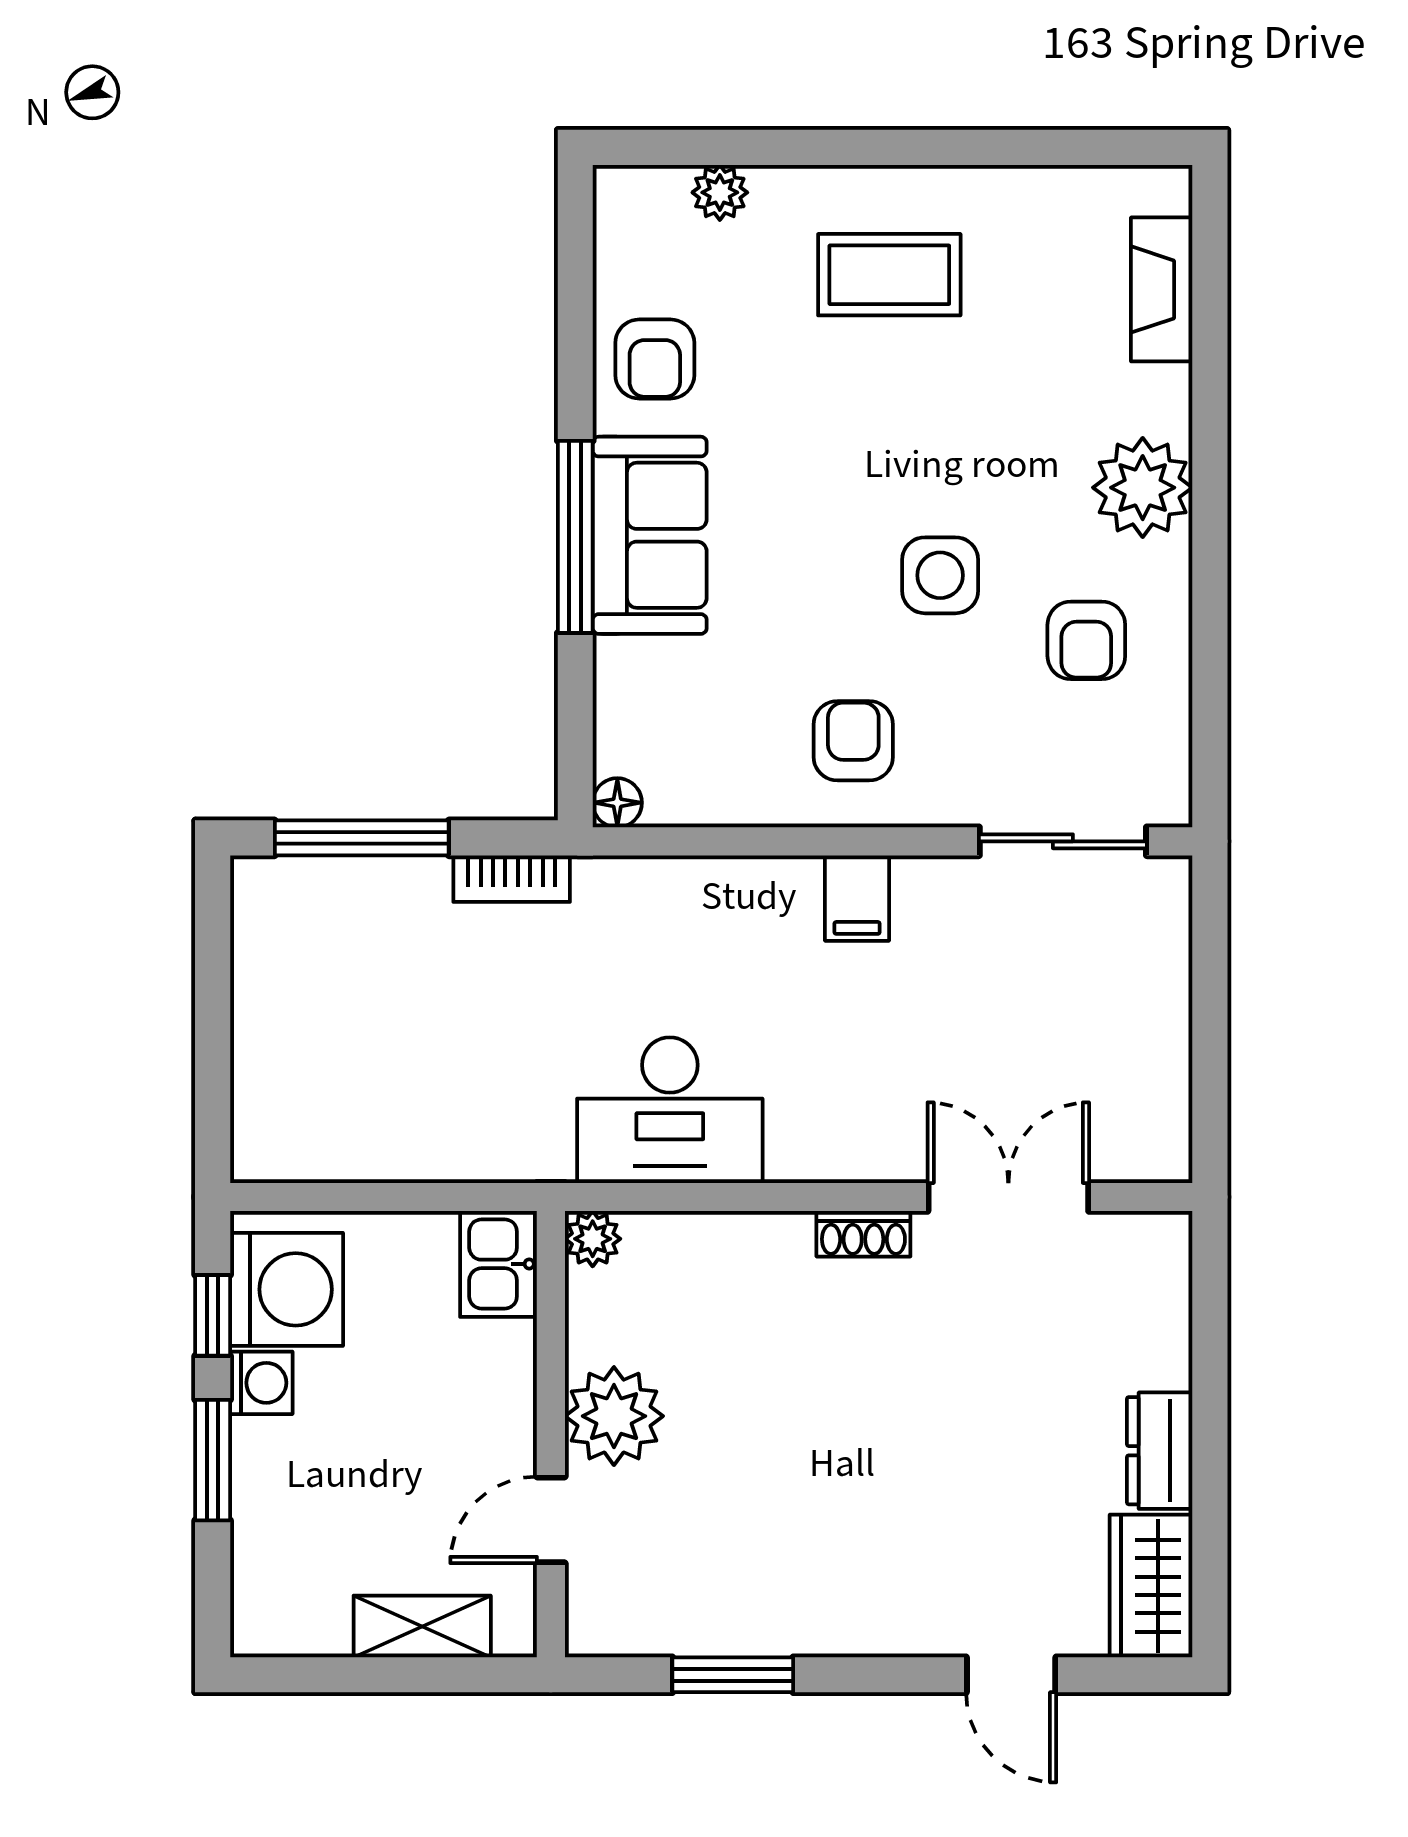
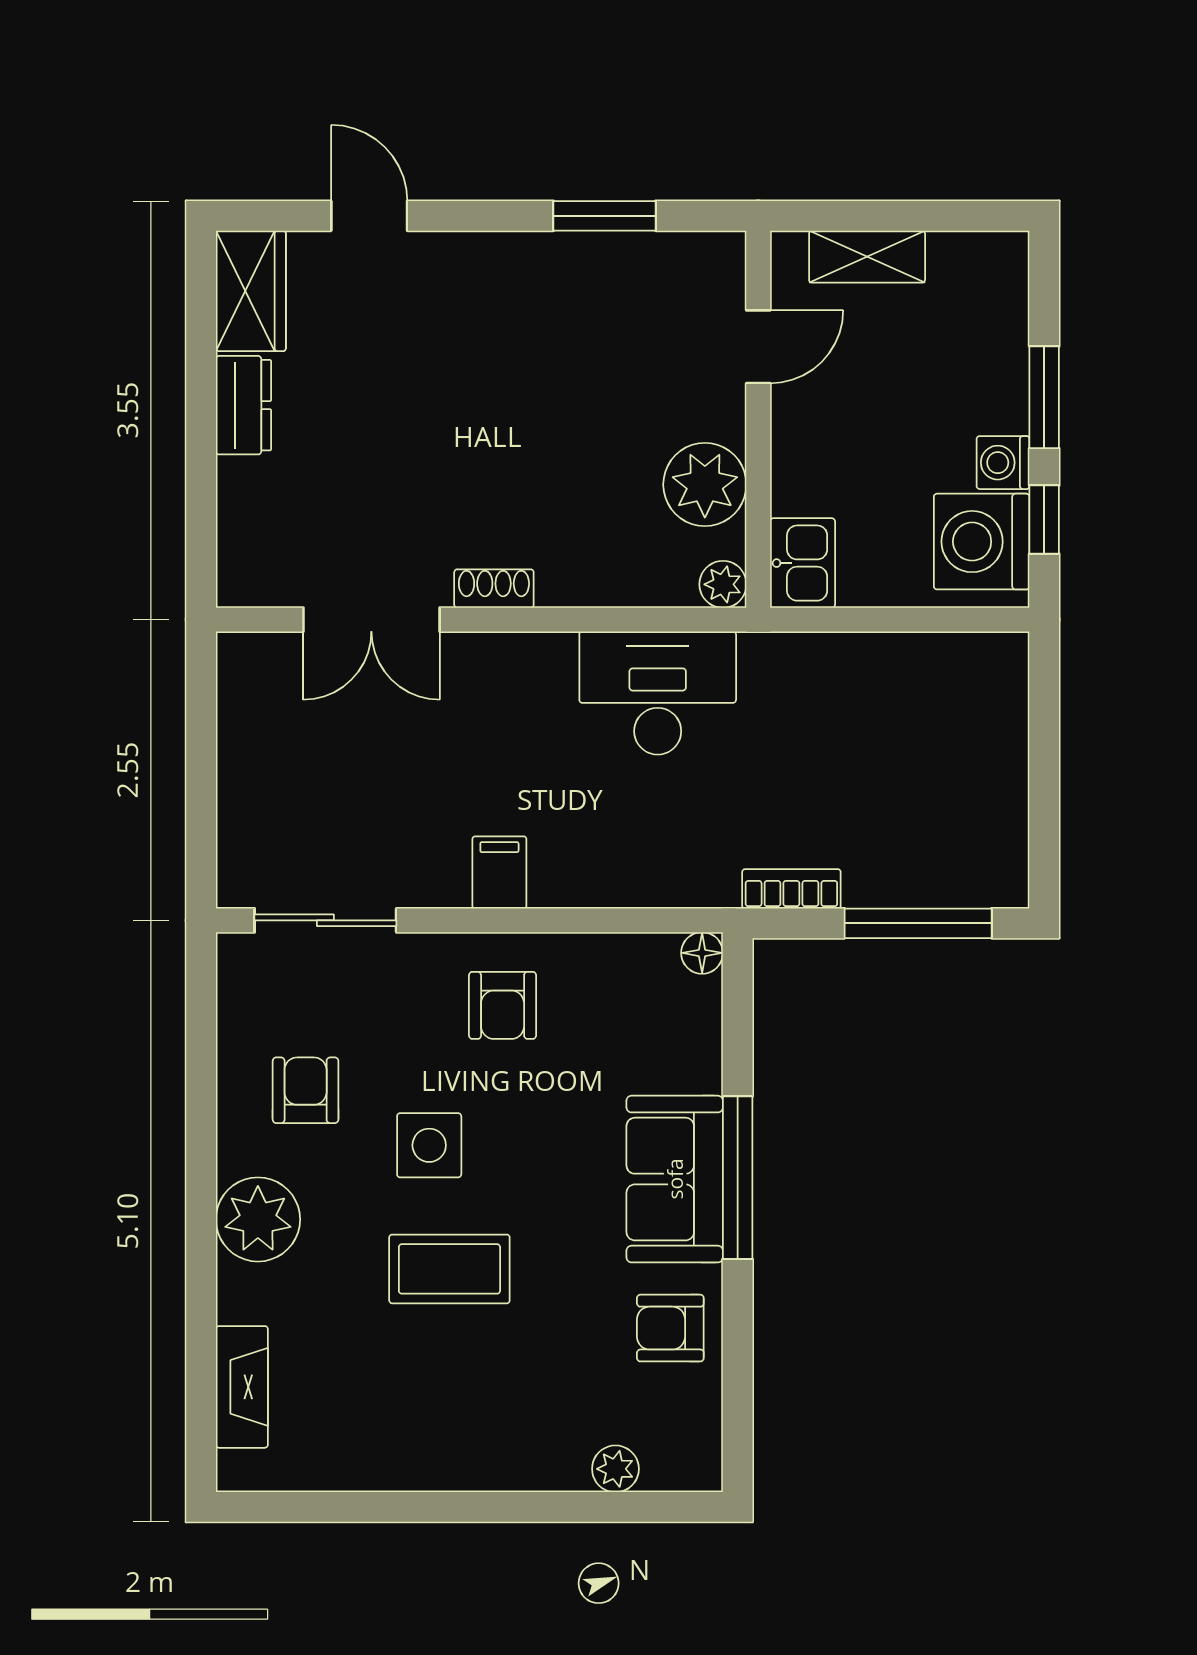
coffee table: (889, 275) -> (449, 1269), moved
armchair: (655, 359) -> (670, 1328), turned -90
plant: (614, 1416) -> (705, 485), moved

